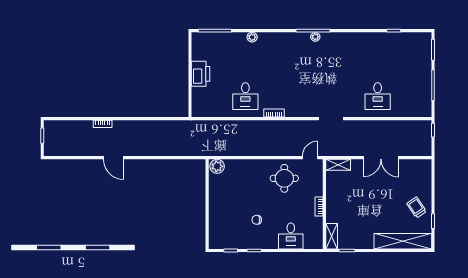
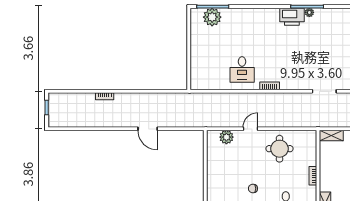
plant: (252, 37) -> (212, 17), moved, width x1.88, depth x1.88
printer: (201, 74) -> (292, 17), moved, turned 90
door: (114, 158) -> (148, 129), moved
door: (310, 158) -> (250, 129), moved
plant: (217, 166) -> (226, 137), moved

